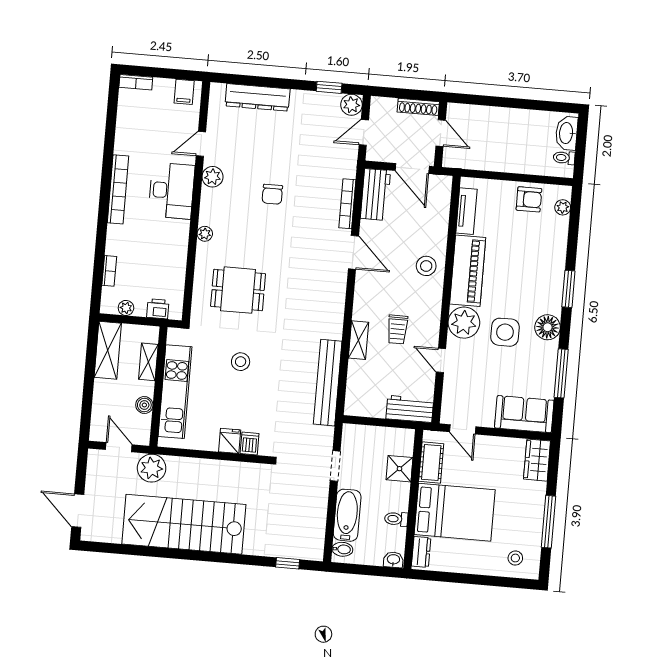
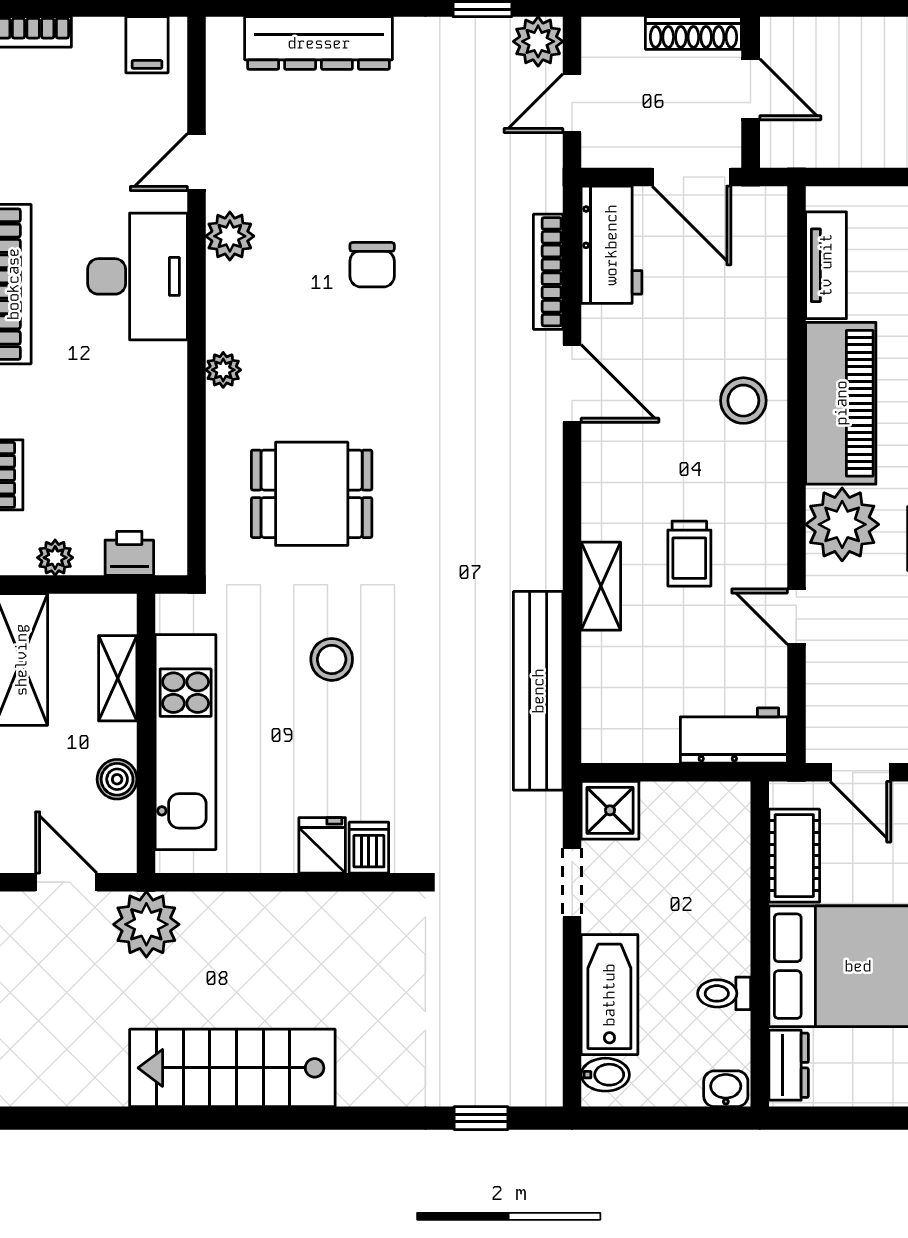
shower: (399, 469) -> (610, 810), moved
stairs: (184, 524) -> (232, 1068), width x0.73, depth x0.66

